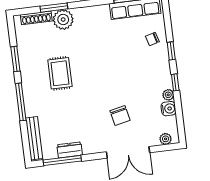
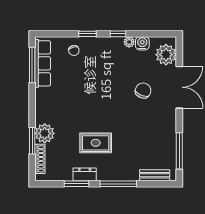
chair: (120, 115) -> (143, 91), turned -55
bench: (34, 138) -> (155, 175), width x0.73
plant: (166, 139) -> (166, 55), width x1.88, depth x1.88
dresser: (70, 150) -> (85, 174), moved, turned 90

